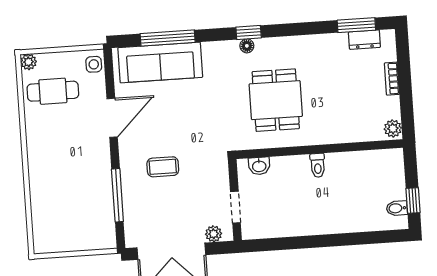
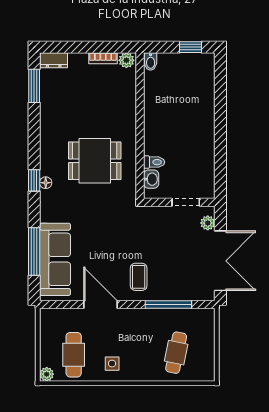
dresser: (364, 40) -> (54, 60), moved, turned 90
side table: (94, 64) -> (112, 364), moved
bookcase: (392, 79) -> (103, 58), moved
toilet: (318, 165) -> (154, 162), moved
coffee table: (163, 167) -> (139, 277), moved
cafe table: (63, 208) -> (176, 353), added
bidet: (397, 208) -> (151, 61), moved

